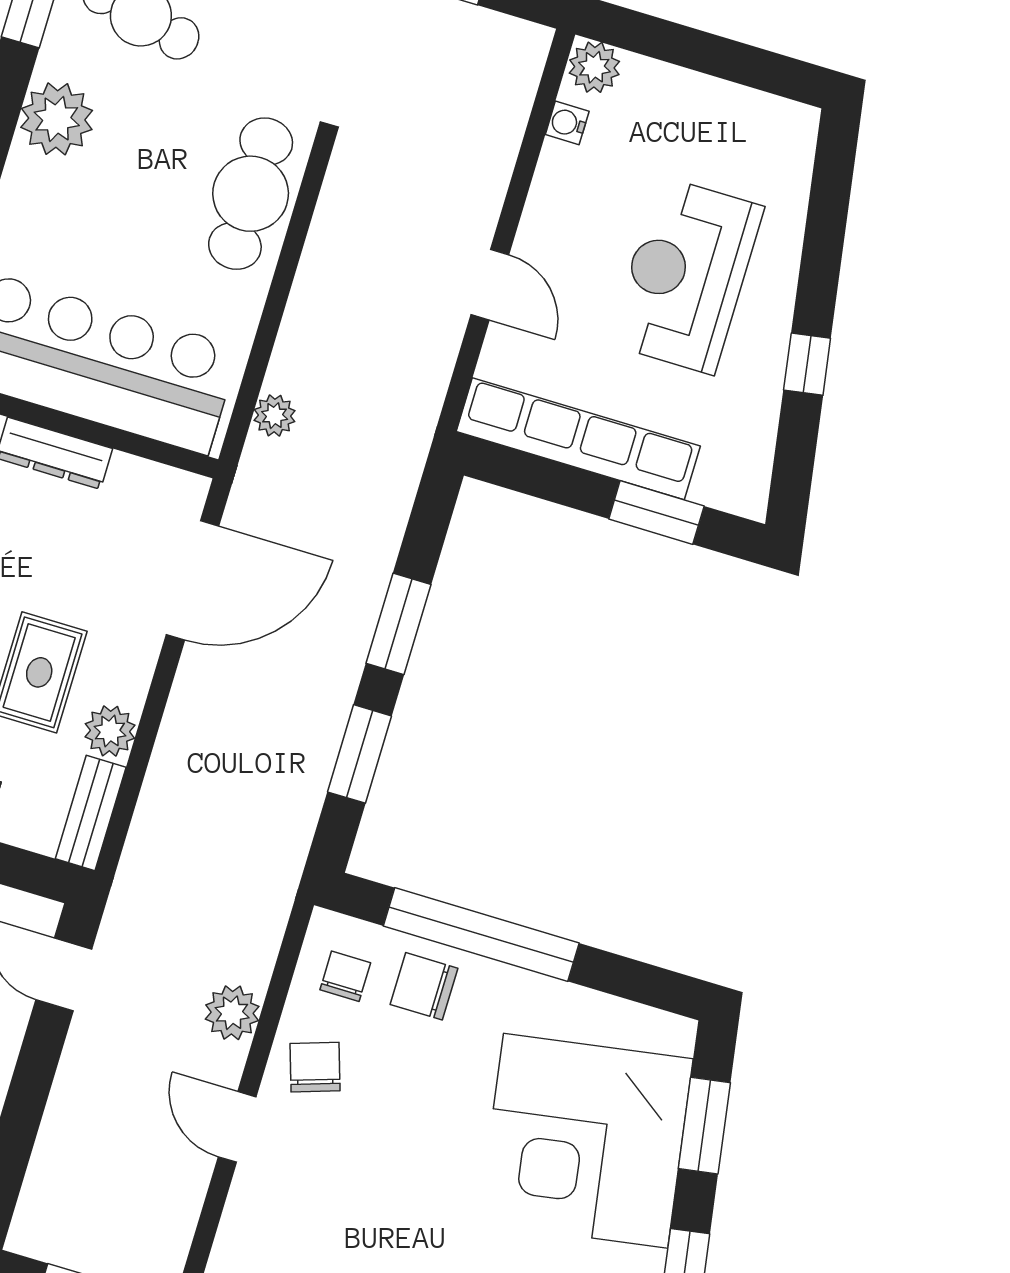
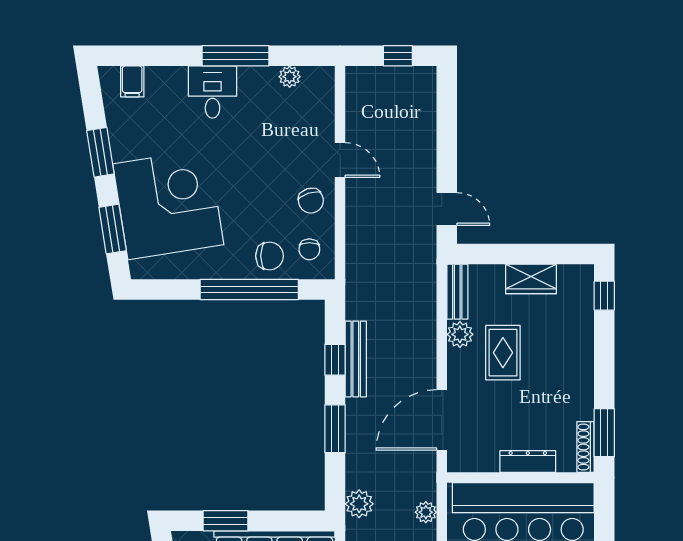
bench: (320, 744) -> (356, 359), added
window: (359, 754) -> (335, 360), width x0.67
plant: (232, 1013) -> (359, 504), moved

